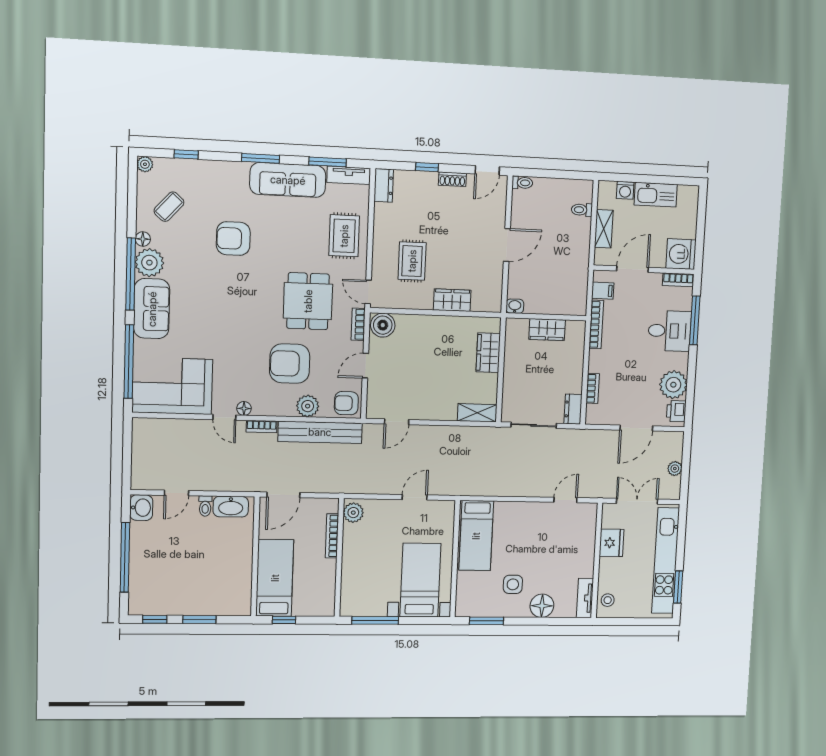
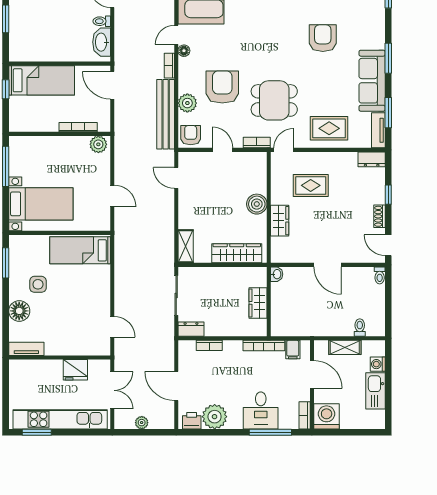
boiler: (383, 325) -> (257, 204), moved
wardrobe: (488, 353) -> (237, 253), width x1.50
stool: (608, 600) -> (25, 369), removed

